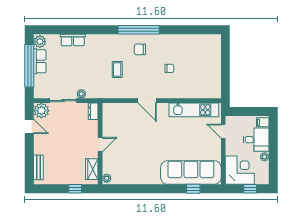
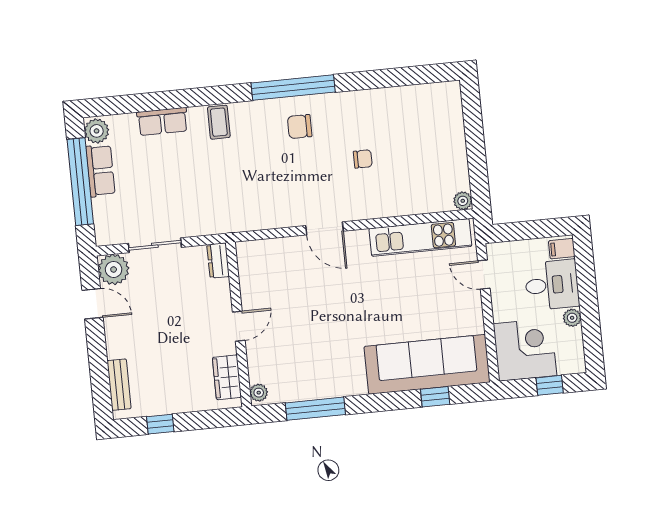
coffee table: (117, 70) -> (219, 122), moved
plant: (81, 94) -> (463, 201), moved
window: (75, 189) -> (160, 424), moved
window: (134, 189) -> (315, 409), added

